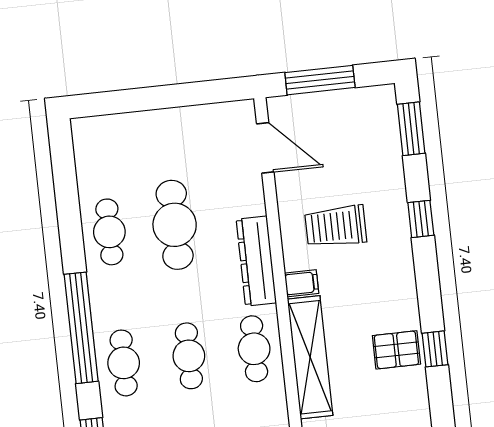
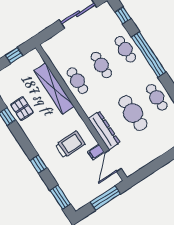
door: (265, 148) -> (113, 161), hinge flipped
dresser: (256, 261) -> (104, 131), moved
filing cabinet: (302, 283) -> (96, 152), moved
pallet: (396, 350) -> (22, 109), turned 90

